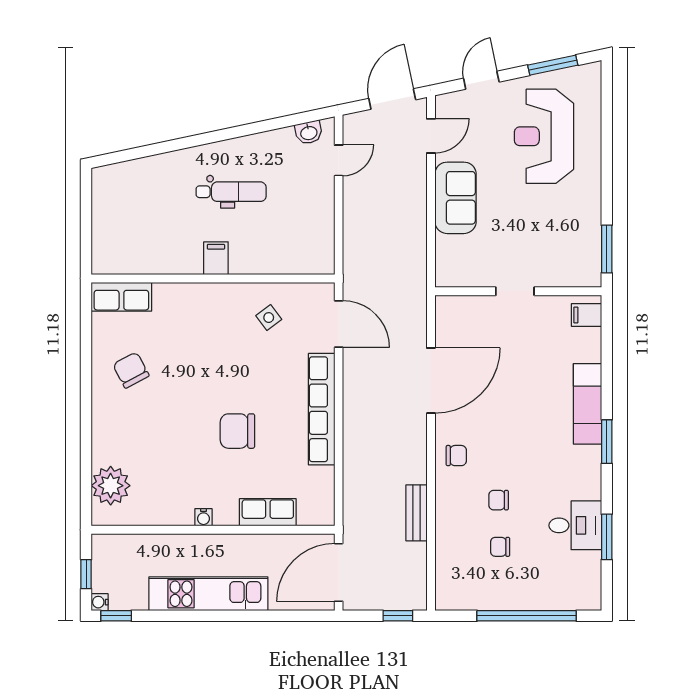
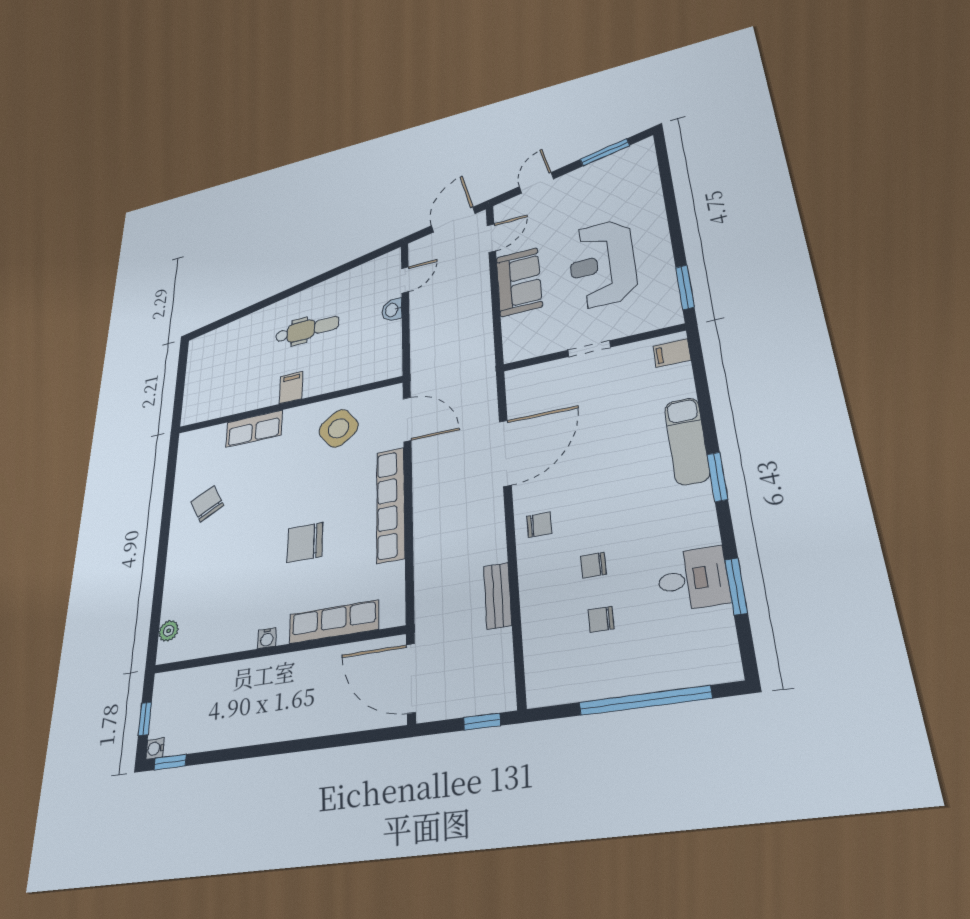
washbasin: (309, 132) -> (392, 310), moved, turned 102
reception desk: (544, 136) -> (602, 264), moved
row of seats: (121, 297) -> (254, 429), moved
side table: (269, 318) -> (339, 428), width x1.87, depth x1.87
plant: (111, 486) -> (169, 631), width x0.53, depth x0.53
row of seats: (268, 512) -> (334, 622), width x1.48
door: (339, 572) -> (411, 678), hinge flipped
kitchen unit: (208, 594) -> (268, 724), removed

